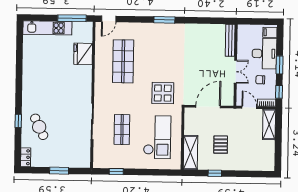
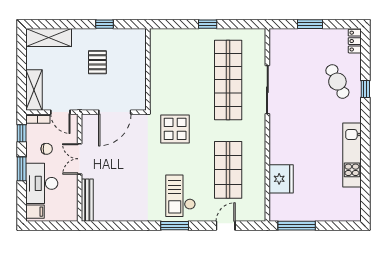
door: (109, 19) -> (226, 226), moved
kitchen unit: (47, 28) -> (352, 155), moved, turned -90
shop shelf: (122, 129) -> (228, 80), width x2.00, depth x1.36
checkout: (157, 137) -> (181, 196), moved, width x0.73, depth x0.83
shelving: (190, 152) -> (49, 38), moved, turned 90
window: (116, 172) -> (208, 24), moved

